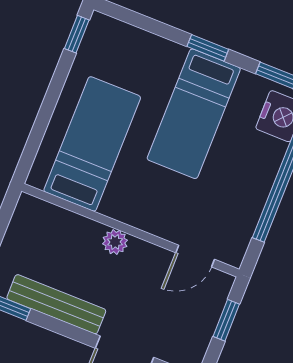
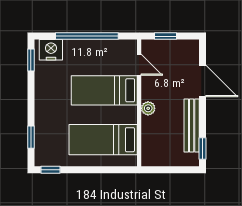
window: (208, 48) -> (31, 137), moved
bed: (194, 114) -> (104, 90), moved, turned 180

